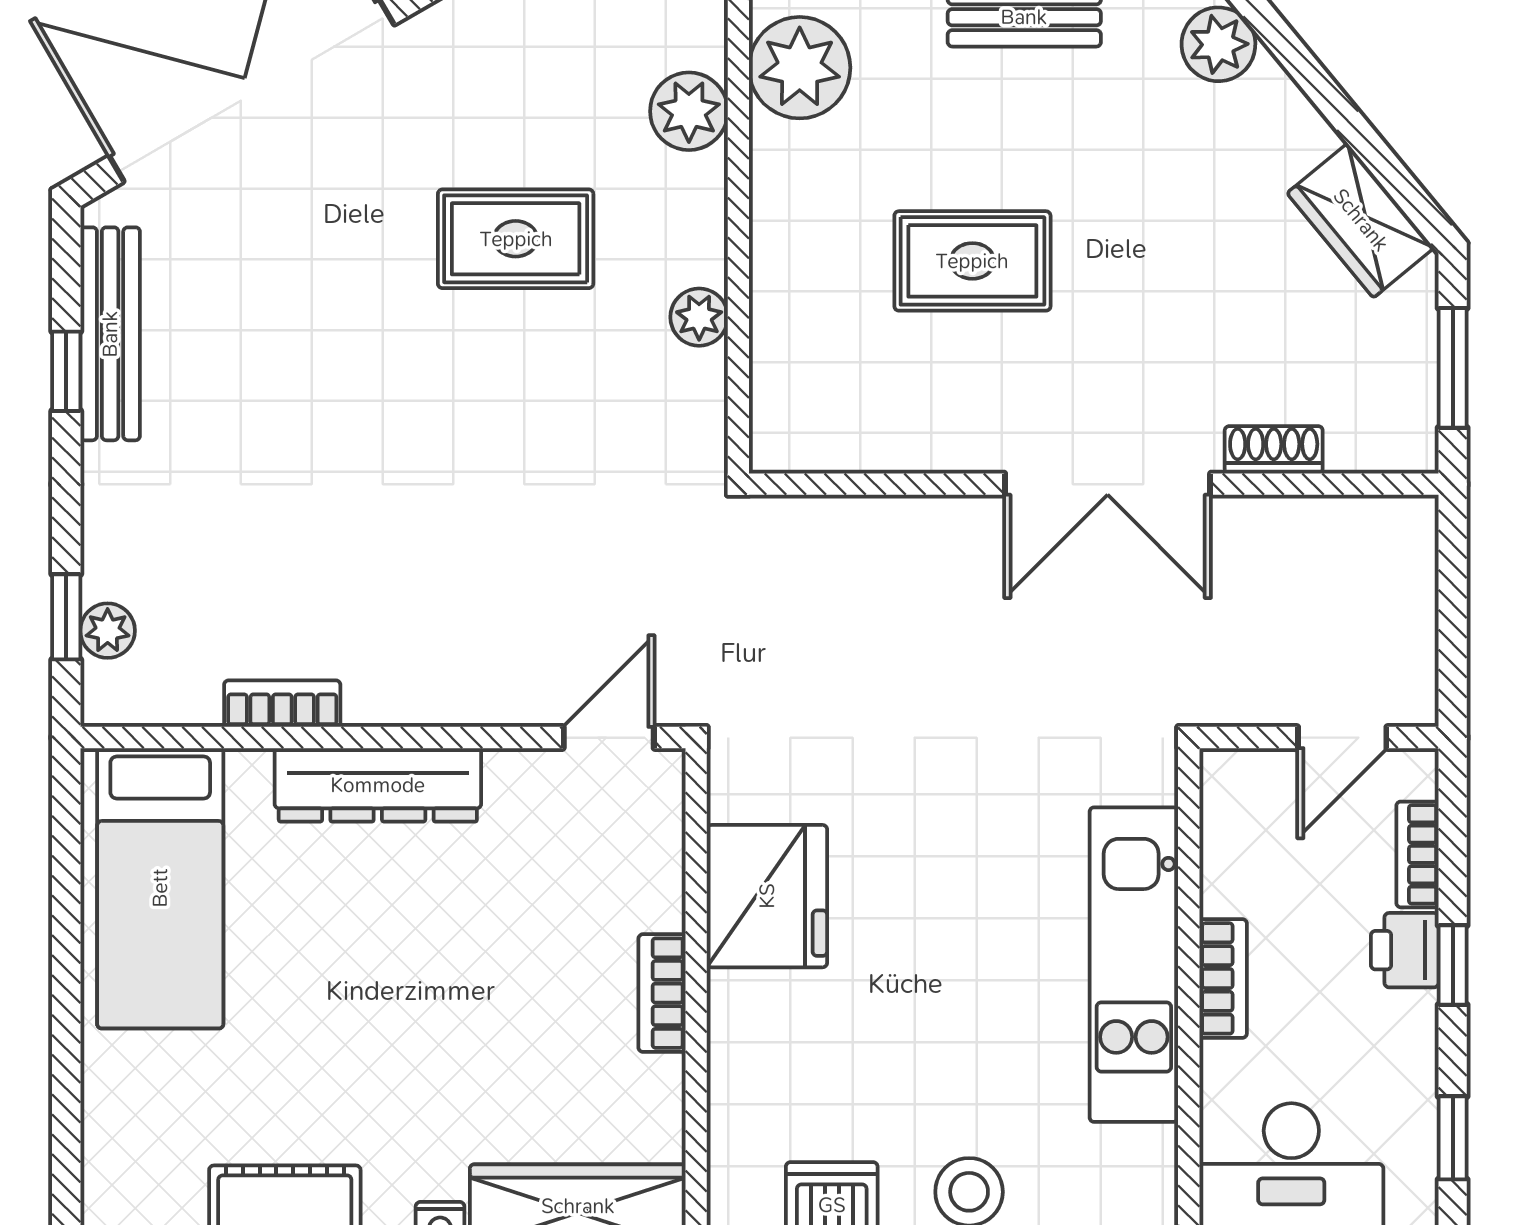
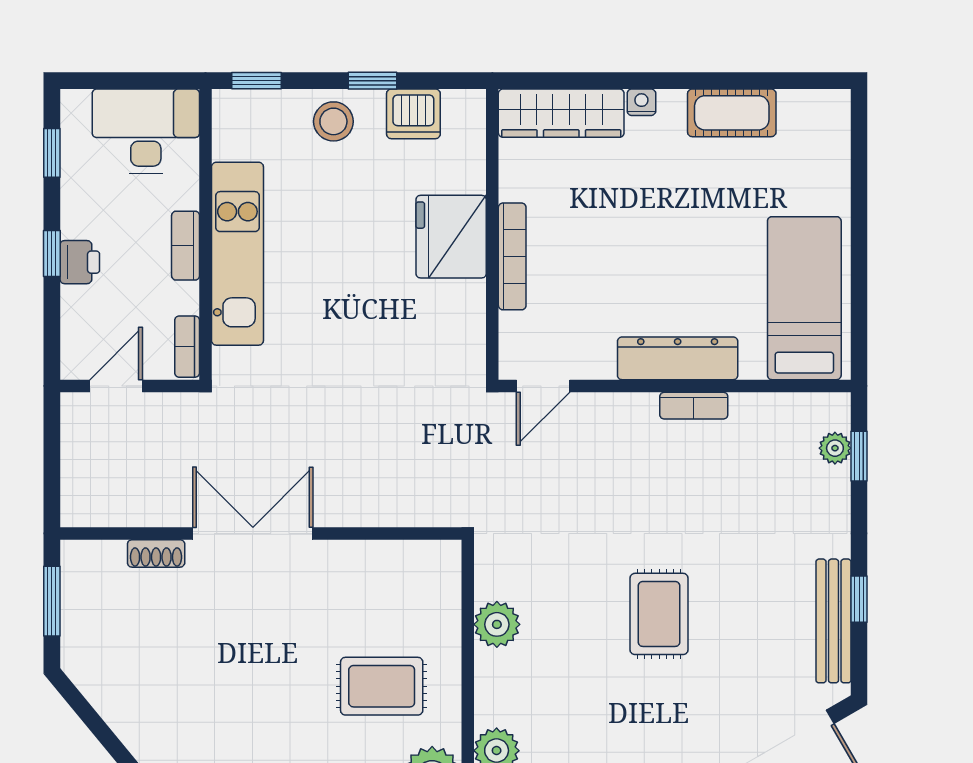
wardrobe: (1361, 220) -> (106, 687), removed
rug: (516, 239) -> (659, 614), moved, turned 90
rug: (972, 261) -> (382, 686), moved
plant: (699, 317) -> (497, 624), width x1.38, depth x1.38
bookcase: (282, 704) -> (694, 406), moved
bookcase: (1417, 854) -> (187, 347), moved, turned 180
fridge: (767, 896) -> (451, 237), moved
bookcase: (662, 993) -> (512, 256), width x1.56

